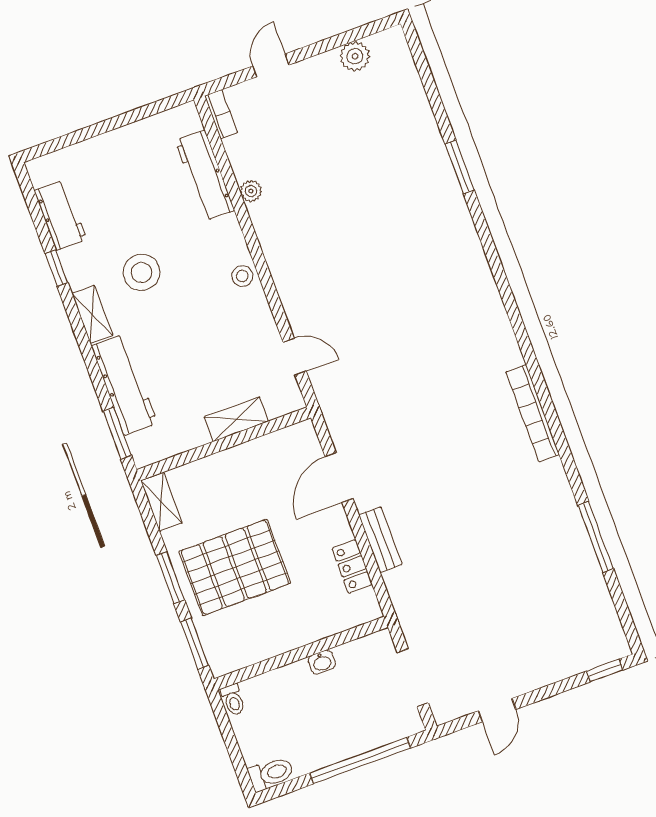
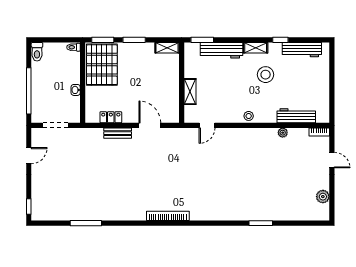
workbench: (60, 215) -> (302, 50), width x1.38
bookcase: (533, 413) -> (168, 216), moved
pallet: (235, 567) -> (102, 65), moved
door: (497, 710) -> (29, 156), swing flipped

